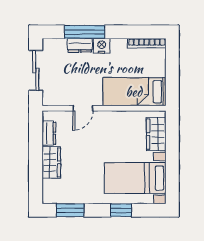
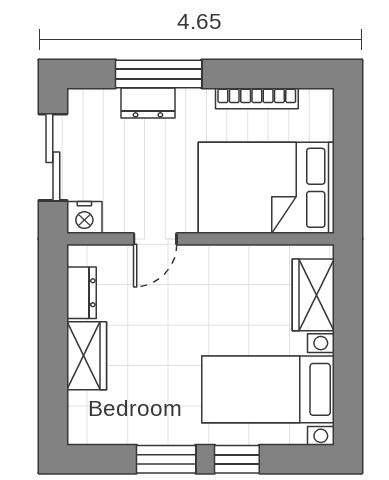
bookcase: (147, 43) -> (257, 98), moved
nightstand: (102, 46) -> (84, 217), moved, turned 180
bed: (134, 92) -> (266, 188), width x1.50
window: (70, 210) -> (166, 459), moved

